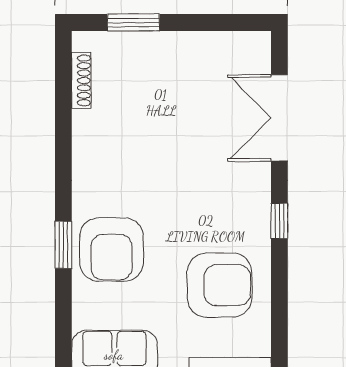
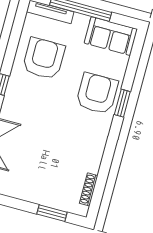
armchair: (220, 285) -> (44, 58), turned 90

